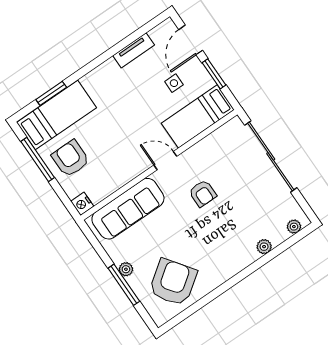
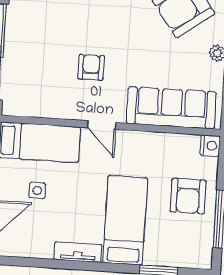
tv unit: (134, 50) -> (78, 252), moved
bed: (57, 115) -> (125, 220), moved, turned 90

